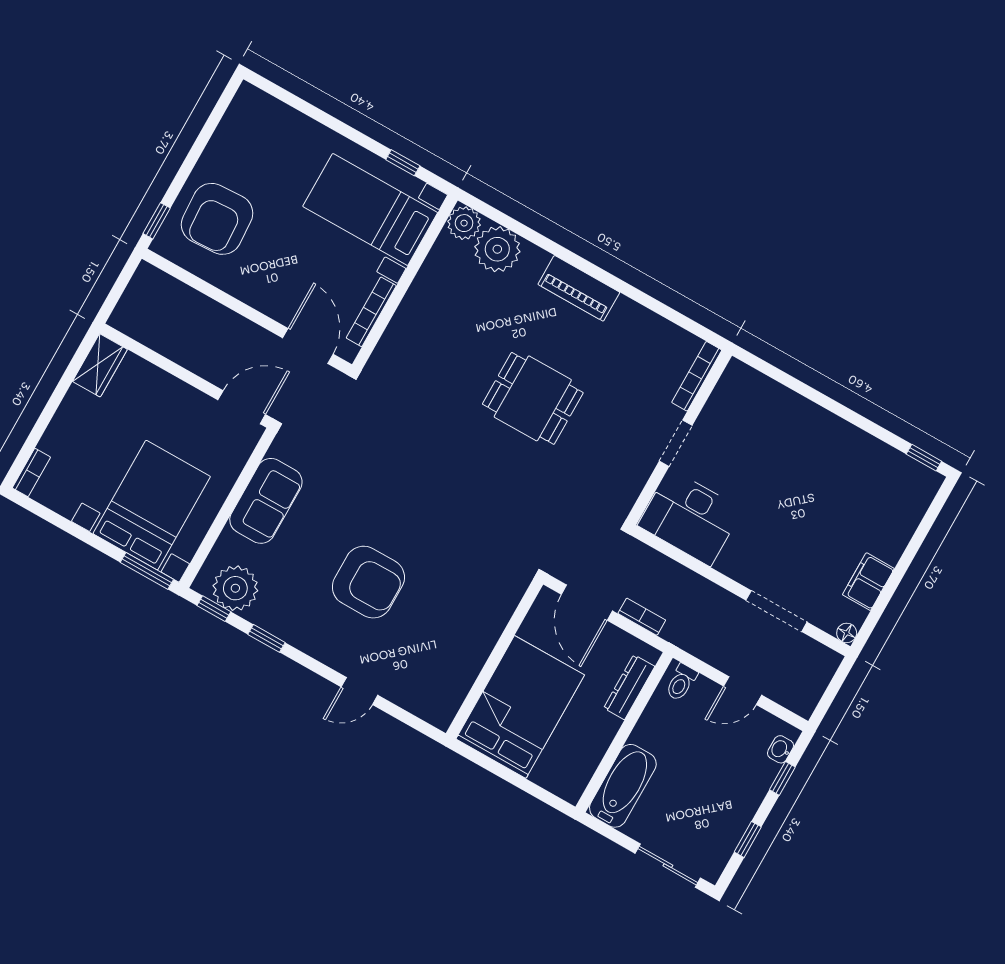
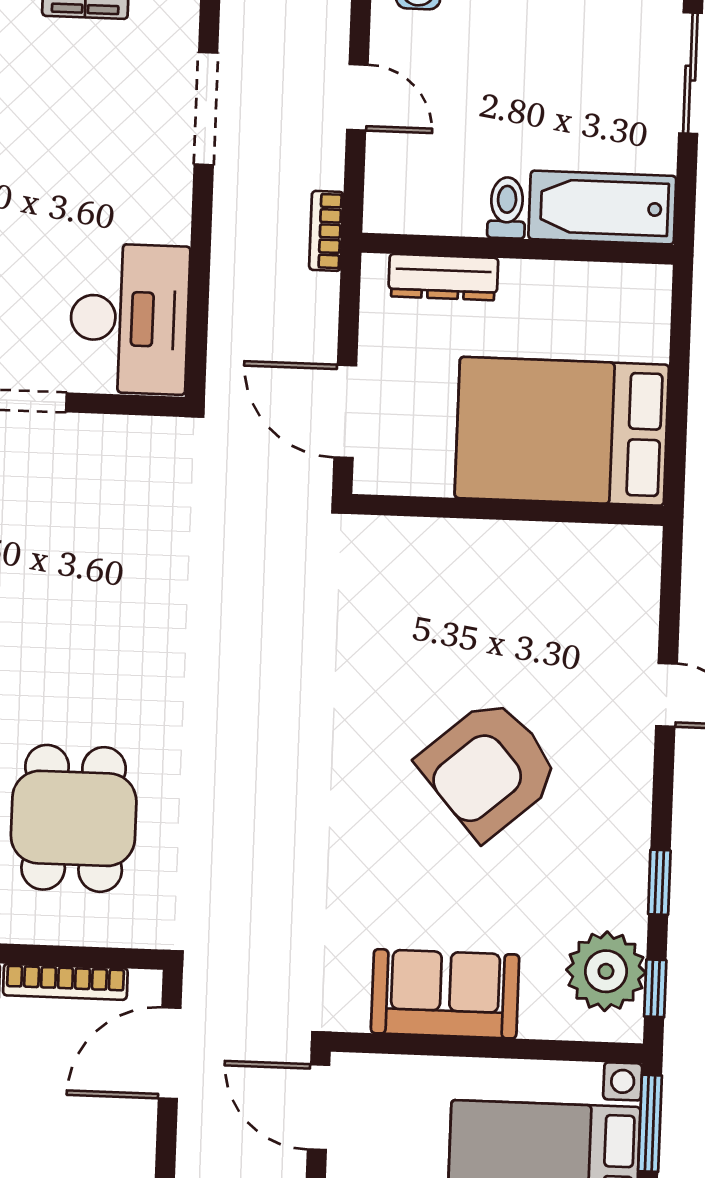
dining table: (533, 398) -> (74, 818), moved
armchair: (368, 582) -> (489, 769), turned -131
door: (587, 603) -> (345, 411), swing flipped
bookcase: (642, 617) -> (326, 231), moved
toilet: (681, 682) -> (507, 208), moved, turned -90

